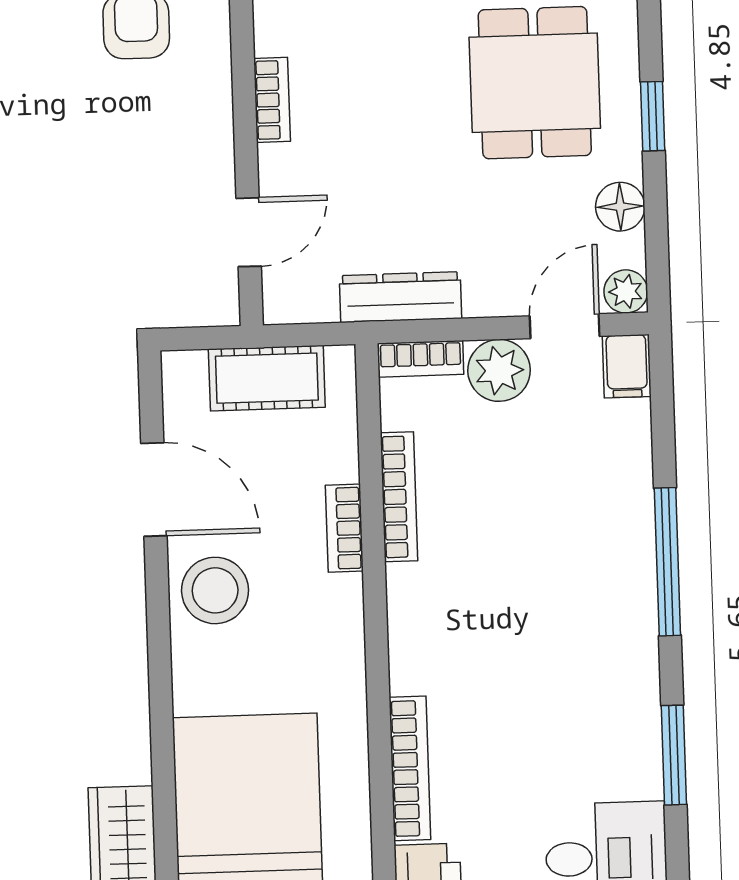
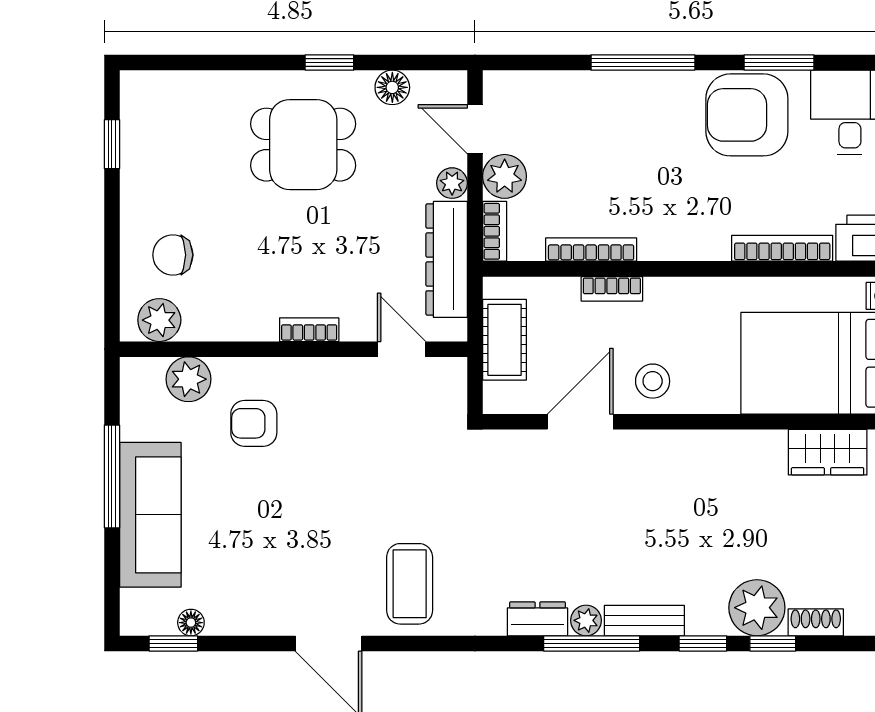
plant: (626, 291) -> (452, 183), moved
dresser: (400, 297) -> (447, 259), width x1.37, depth x1.24
filing cabinet: (627, 366) -> (505, 87), removed
stool: (215, 590) -> (653, 381), width x0.73, depth x0.73
armchair: (598, 712) -> (747, 115), added

